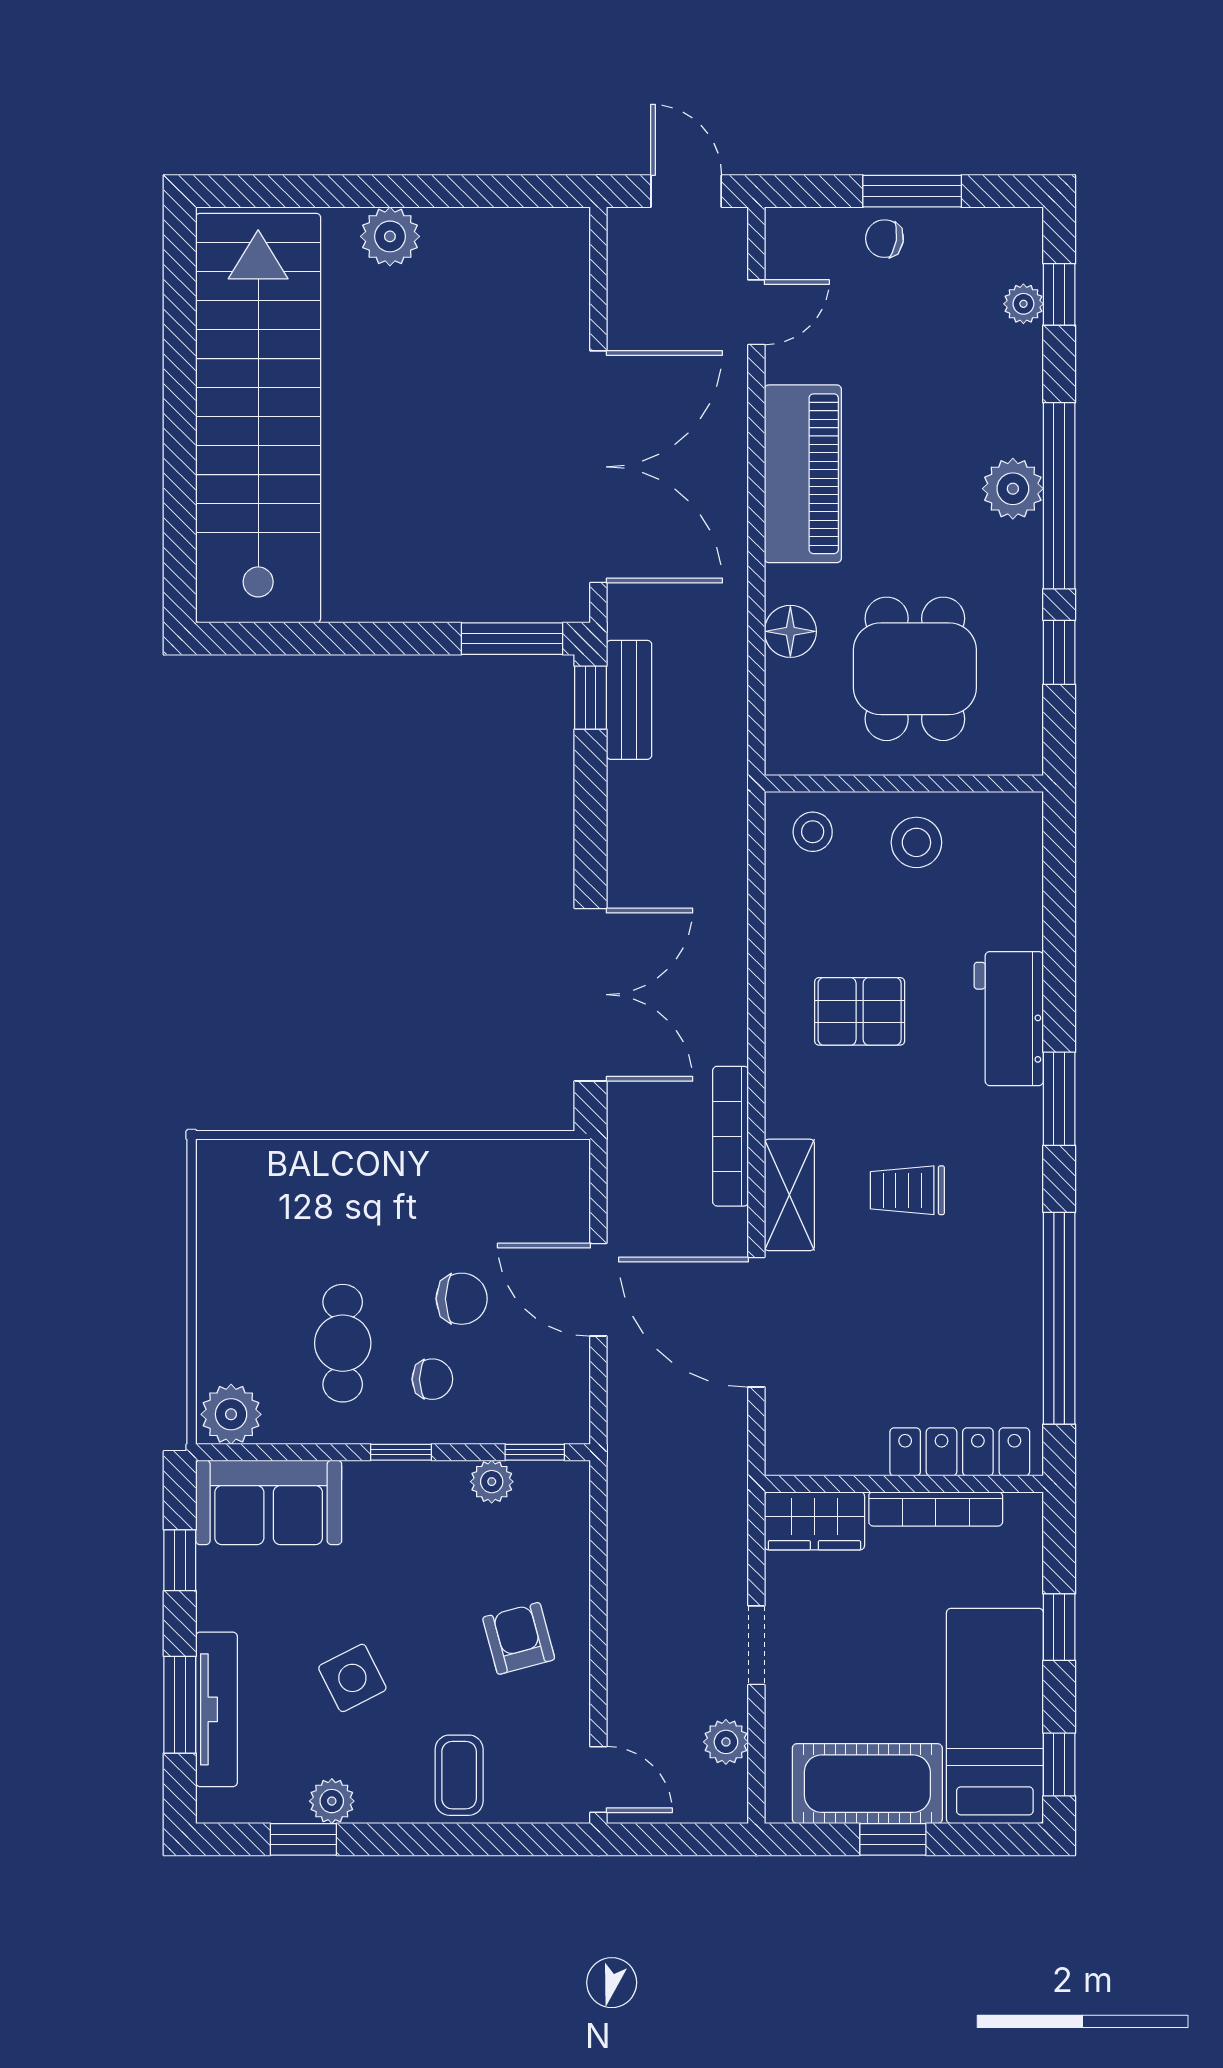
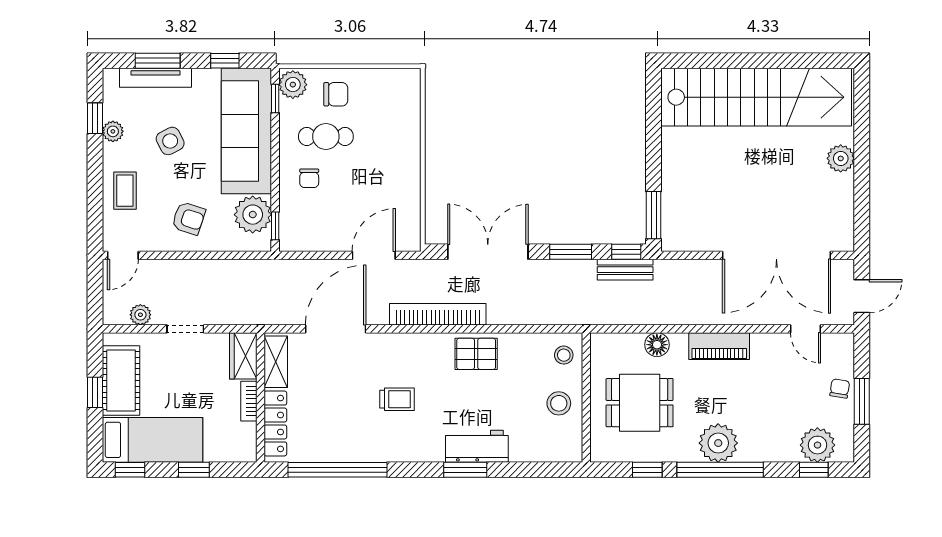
plant: (1023, 304) -> (817, 445), width x1.87, depth x1.87
double door: (598, 467) -> (776, 255), moved
piano: (803, 474) -> (719, 346), width x0.73, depth x0.75
plant: (1013, 489) -> (718, 443), width x1.36, depth x1.36
window: (590, 817) -> (571, 252), added
double door: (590, 995) -> (488, 252), swing flipped
pallet: (860, 1011) -> (476, 354), moved, turned 90
window: (1059, 1099) -> (465, 470), moved
bookcase: (731, 1136) -> (438, 314), width x1.48, depth x1.31
trolley: (907, 1190) -> (397, 399), turned 90
shelving: (789, 1195) -> (276, 362), moved, turned 90
door: (598, 1290) -> (374, 255), moved
chair: (462, 1299) -> (336, 94), moved, turned -90
window: (401, 1452) -> (275, 99), moved
plant: (492, 1482) -> (253, 215), width x1.88, depth x1.88
sofa: (269, 1502) -> (246, 131), width x1.85, depth x1.27
bookcase: (936, 1509) -> (249, 401), width x0.64
armchair: (519, 1638) -> (189, 218), turned 33
coffee table: (459, 1775) -> (125, 191), turned 90

